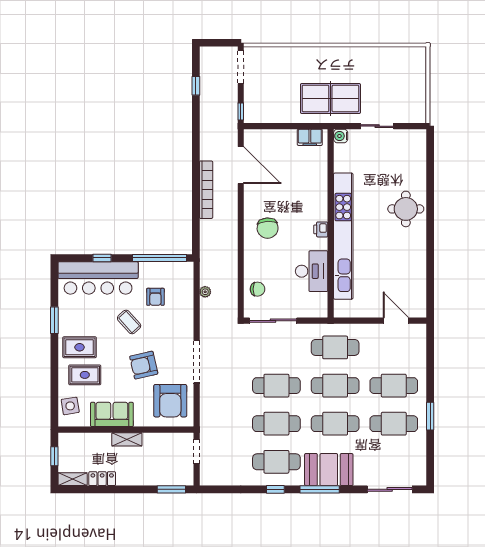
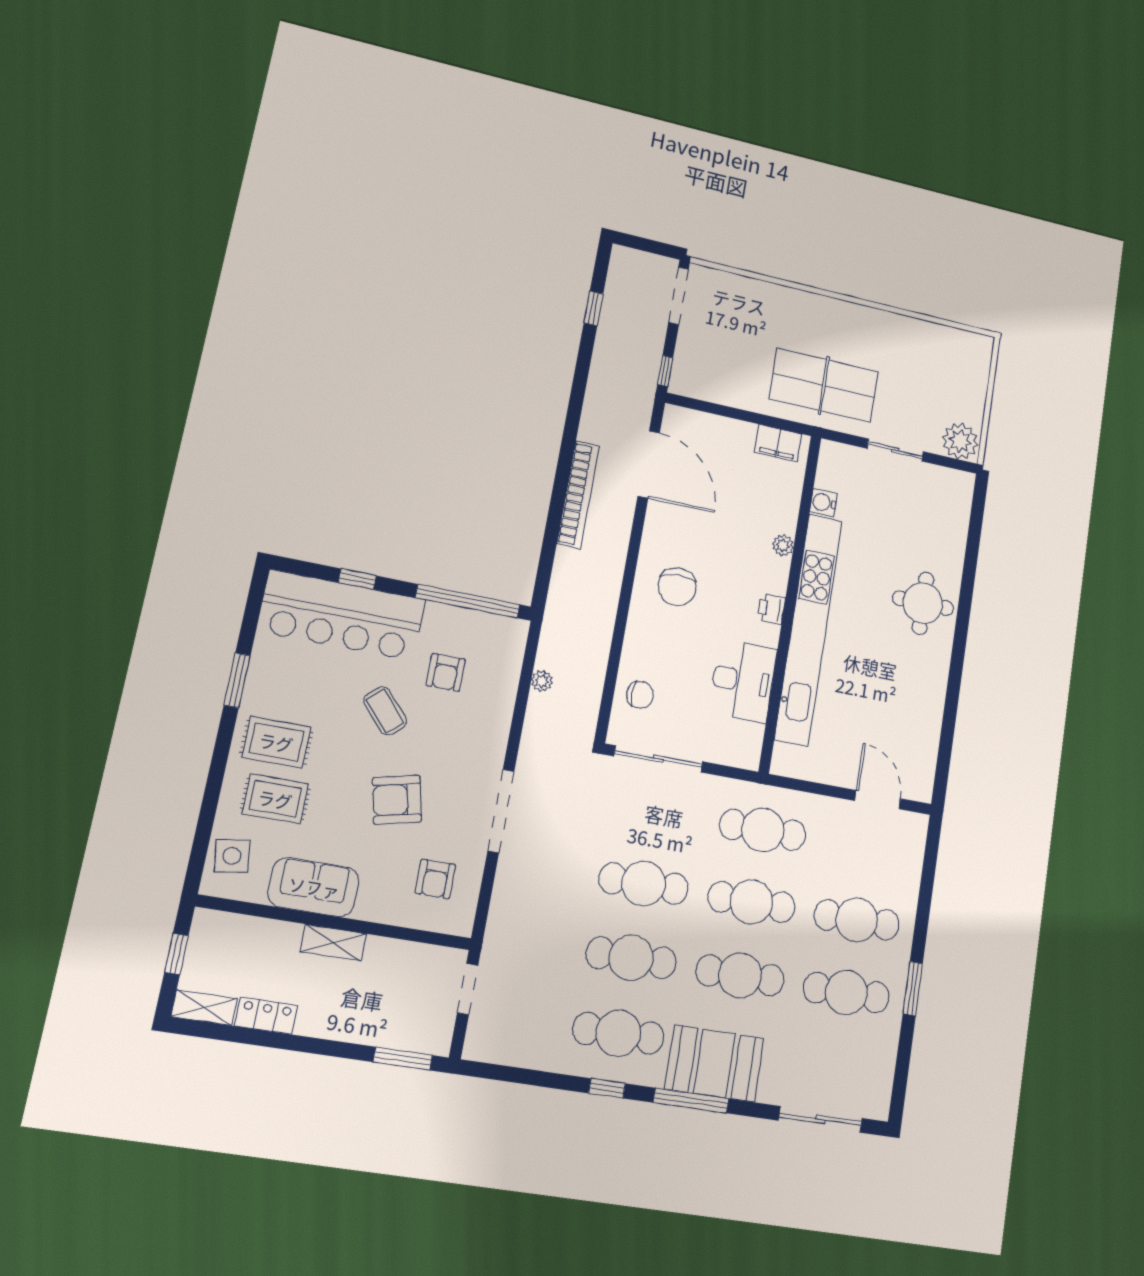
plant: (414, 112) -> (960, 441), added
water cooler: (341, 136) -> (823, 503), moved
plant: (322, 193) -> (783, 545), added
armchair: (170, 401) -> (435, 879), width x0.53, depth x0.53

